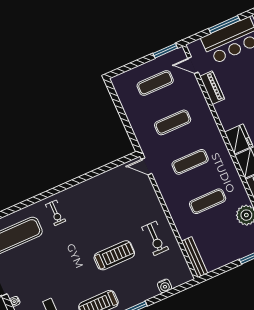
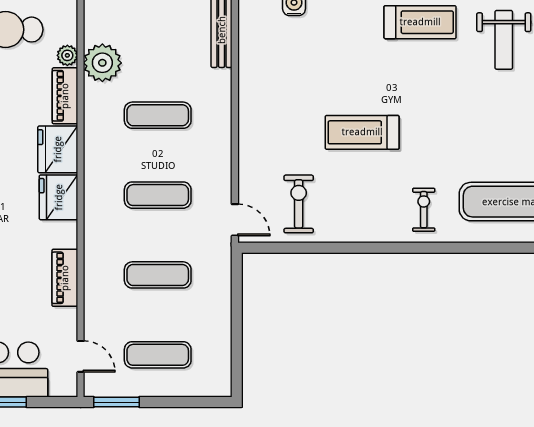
piano: (212, 88) -> (65, 278), moved
exercise bike: (155, 238) -> (299, 204), moved
treadmill: (114, 255) -> (362, 132), moved

